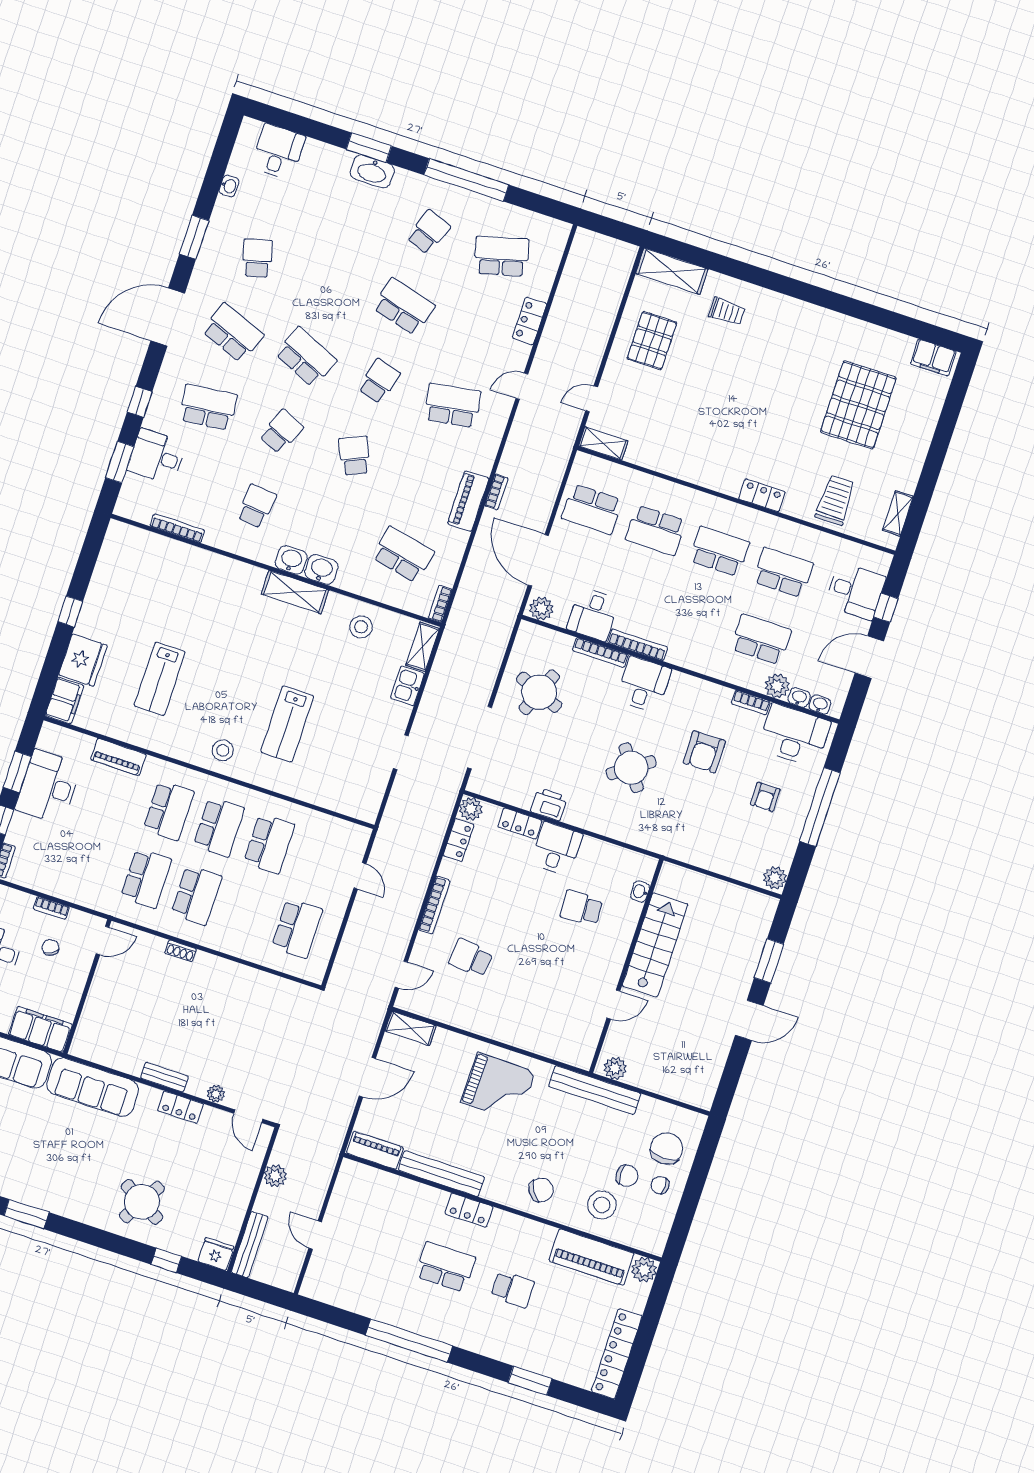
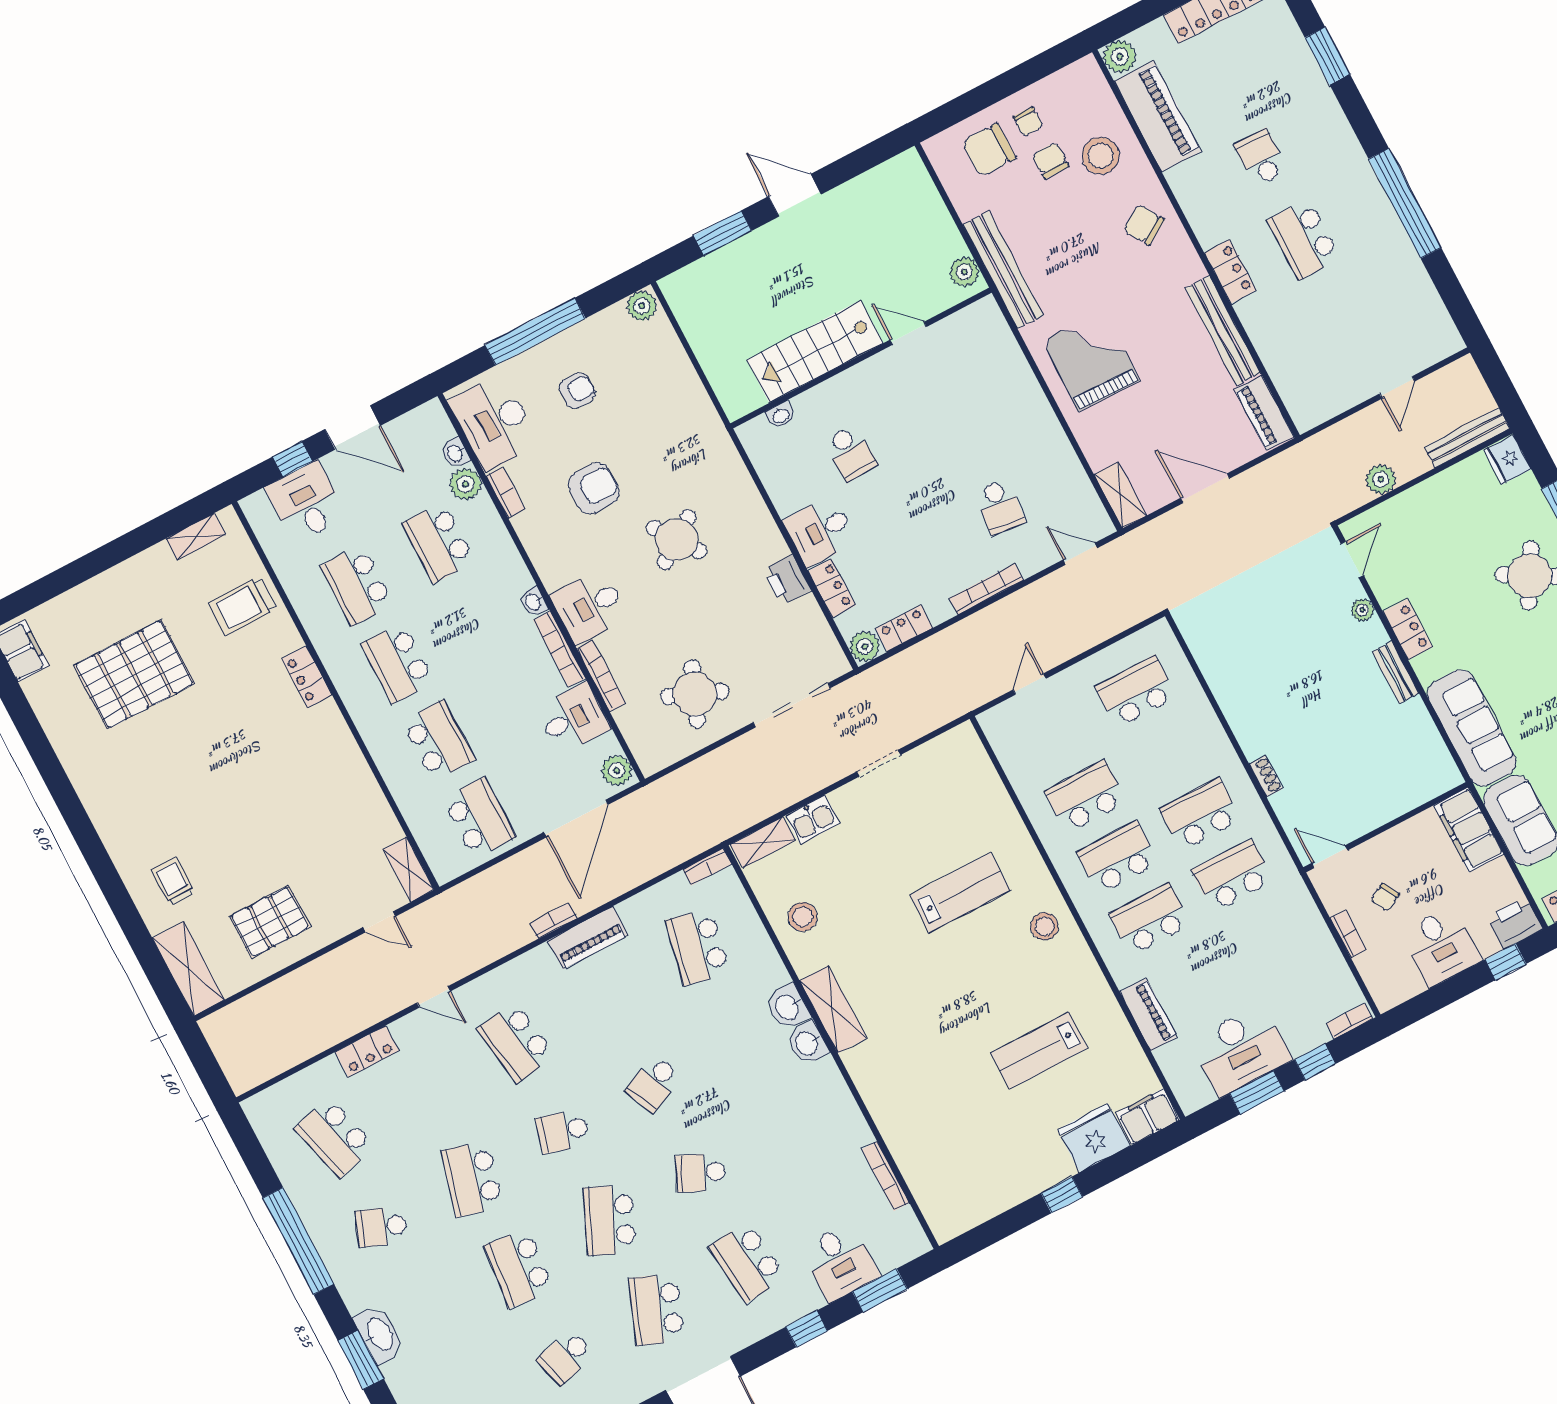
school desk: (257, 506) -> (519, 1268), moved, width x1.85
lab bench: (160, 679) -> (1039, 1051), turned 180
washbasin: (820, 705) -> (534, 602), moved

